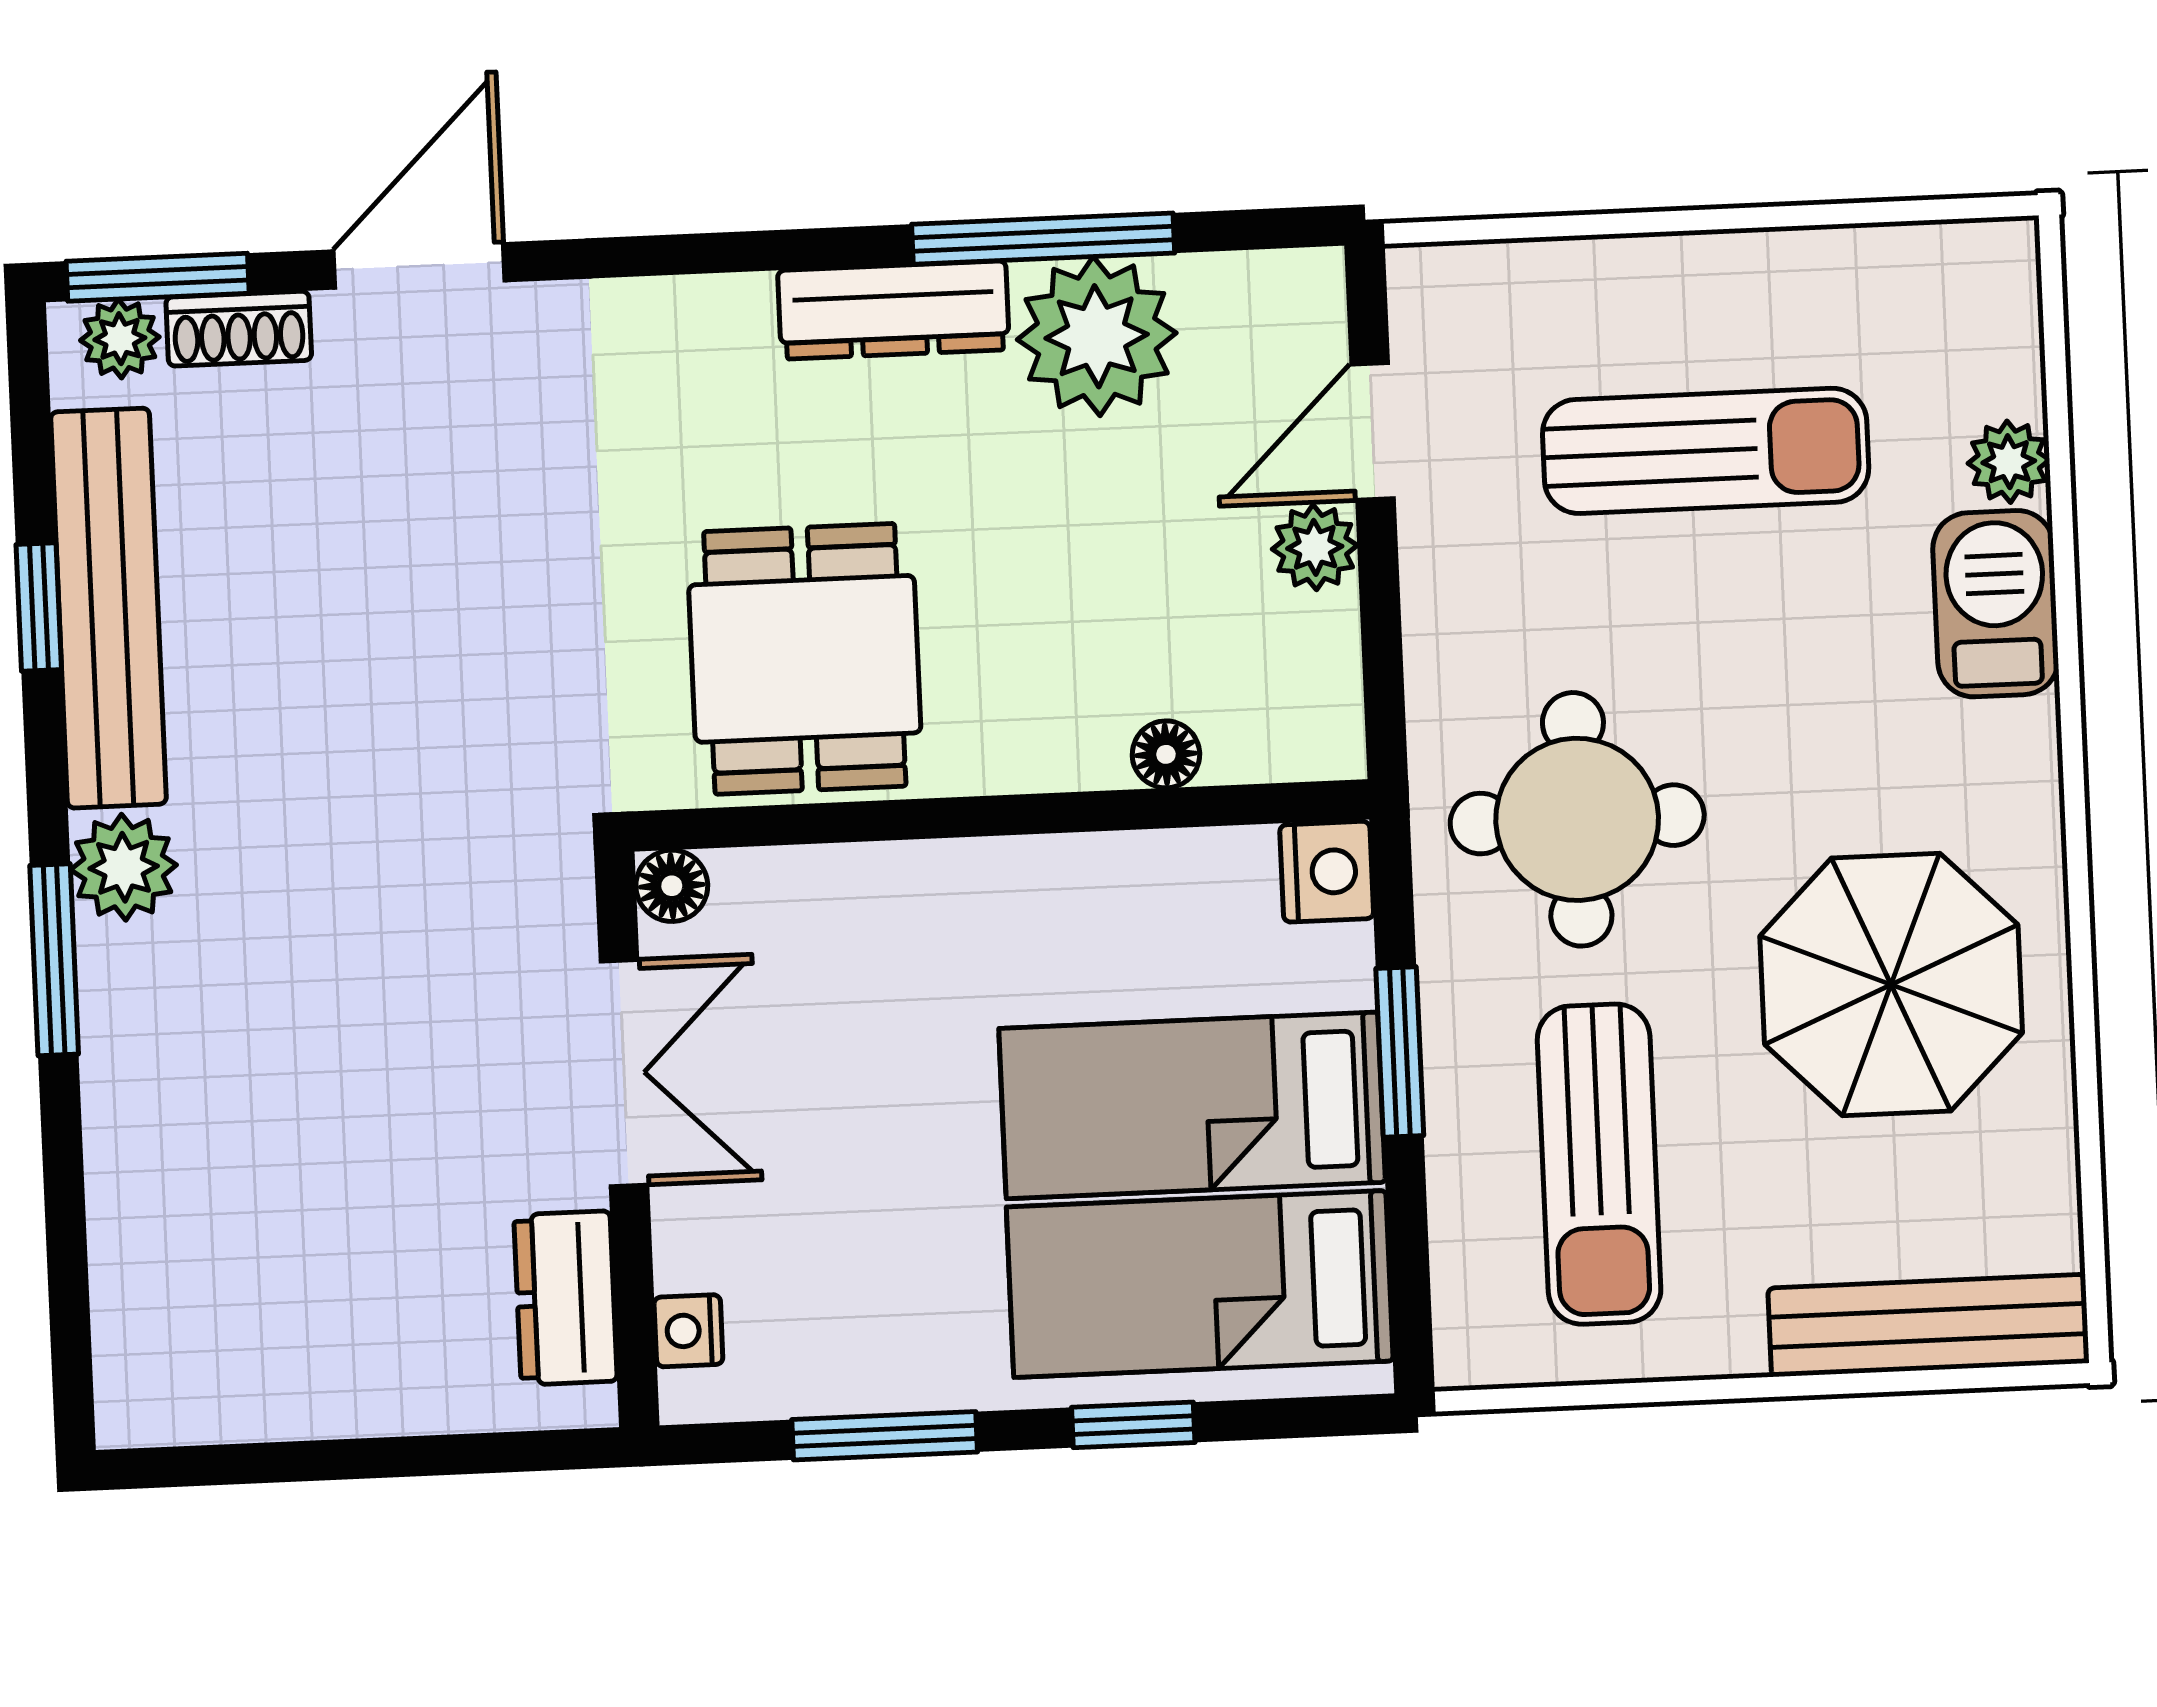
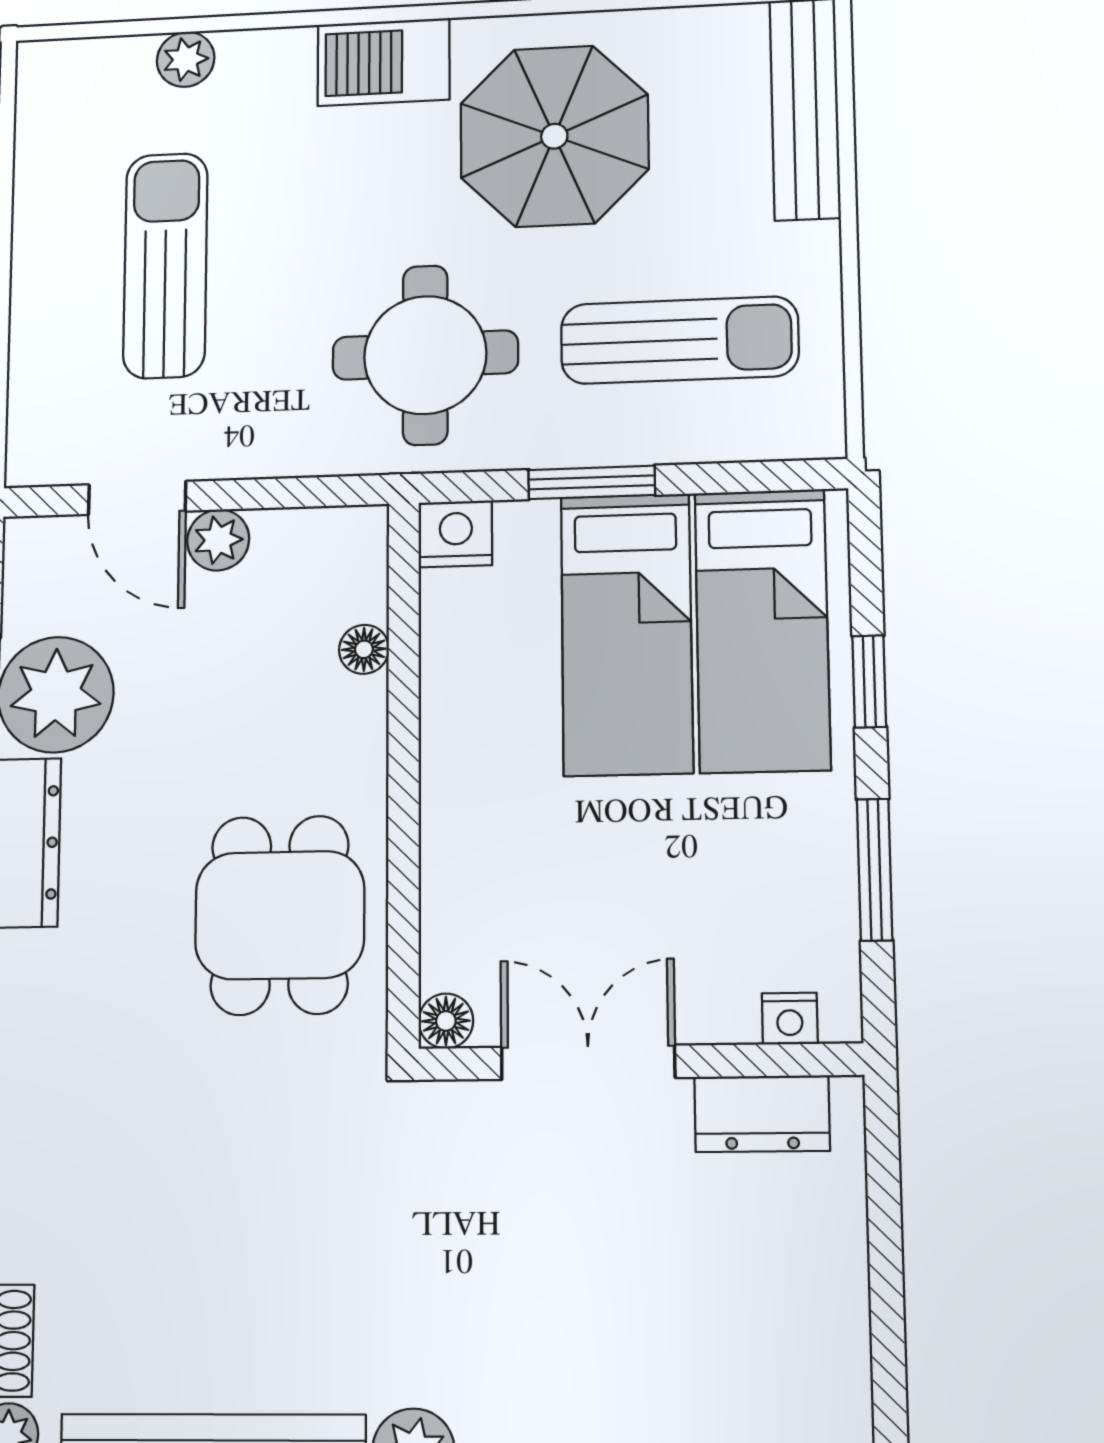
barbecue: (1996, 604) -> (384, 62), moved
dining table: (805, 659) -> (280, 915), turned 90

